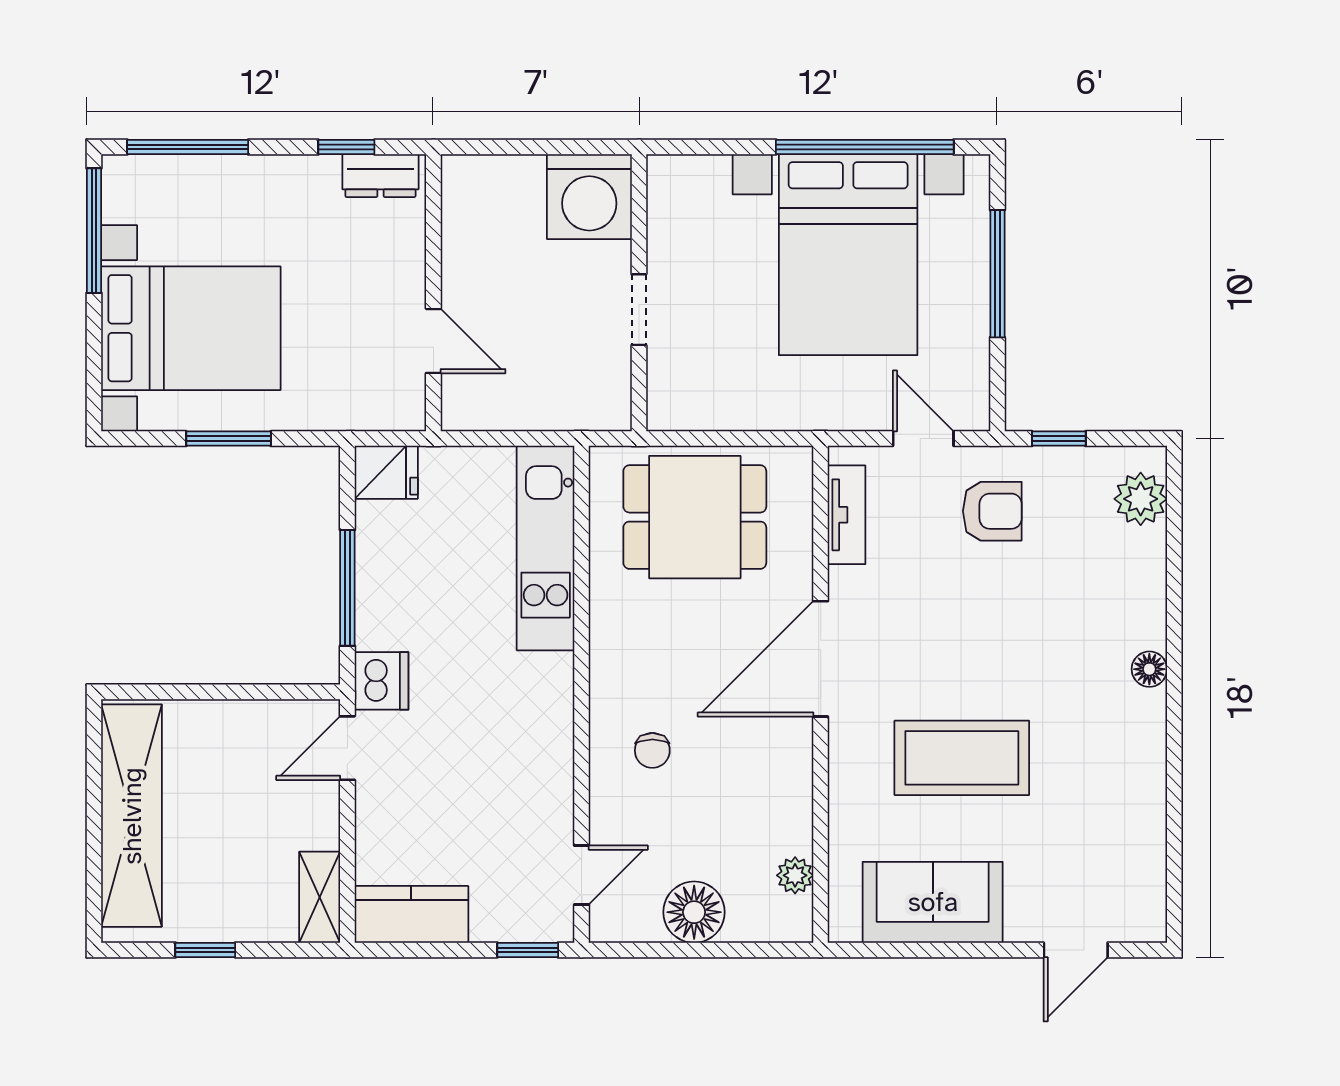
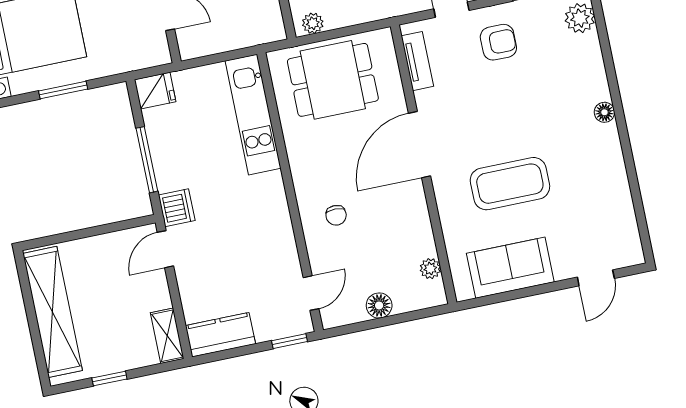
plant: (681, 413) -> (313, 23), added
floor lamp: (694, 912) -> (379, 305), width x0.73, depth x0.73

